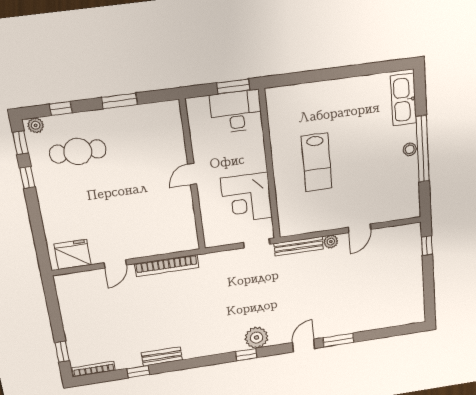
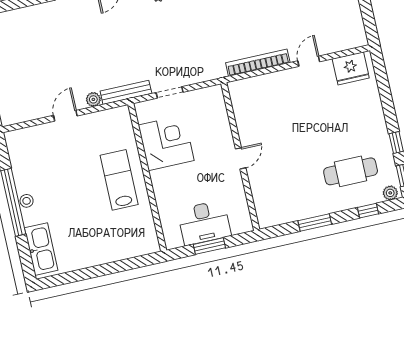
wall: (269, 165) -> (147, 177), moved
corner desk: (247, 198) -> (166, 143), moved

